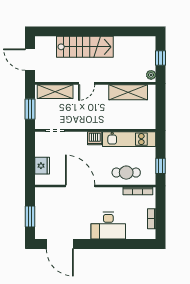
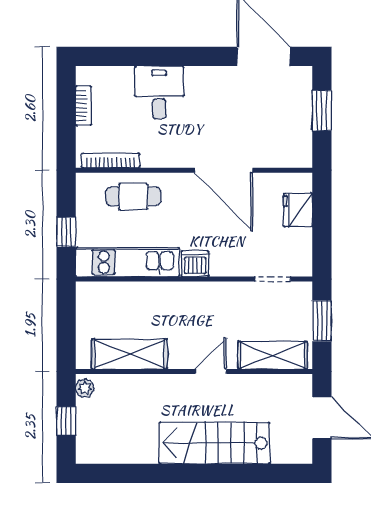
window: (160, 166) -> (66, 232), moved
desk: (108, 226) -> (159, 92), width x0.73

